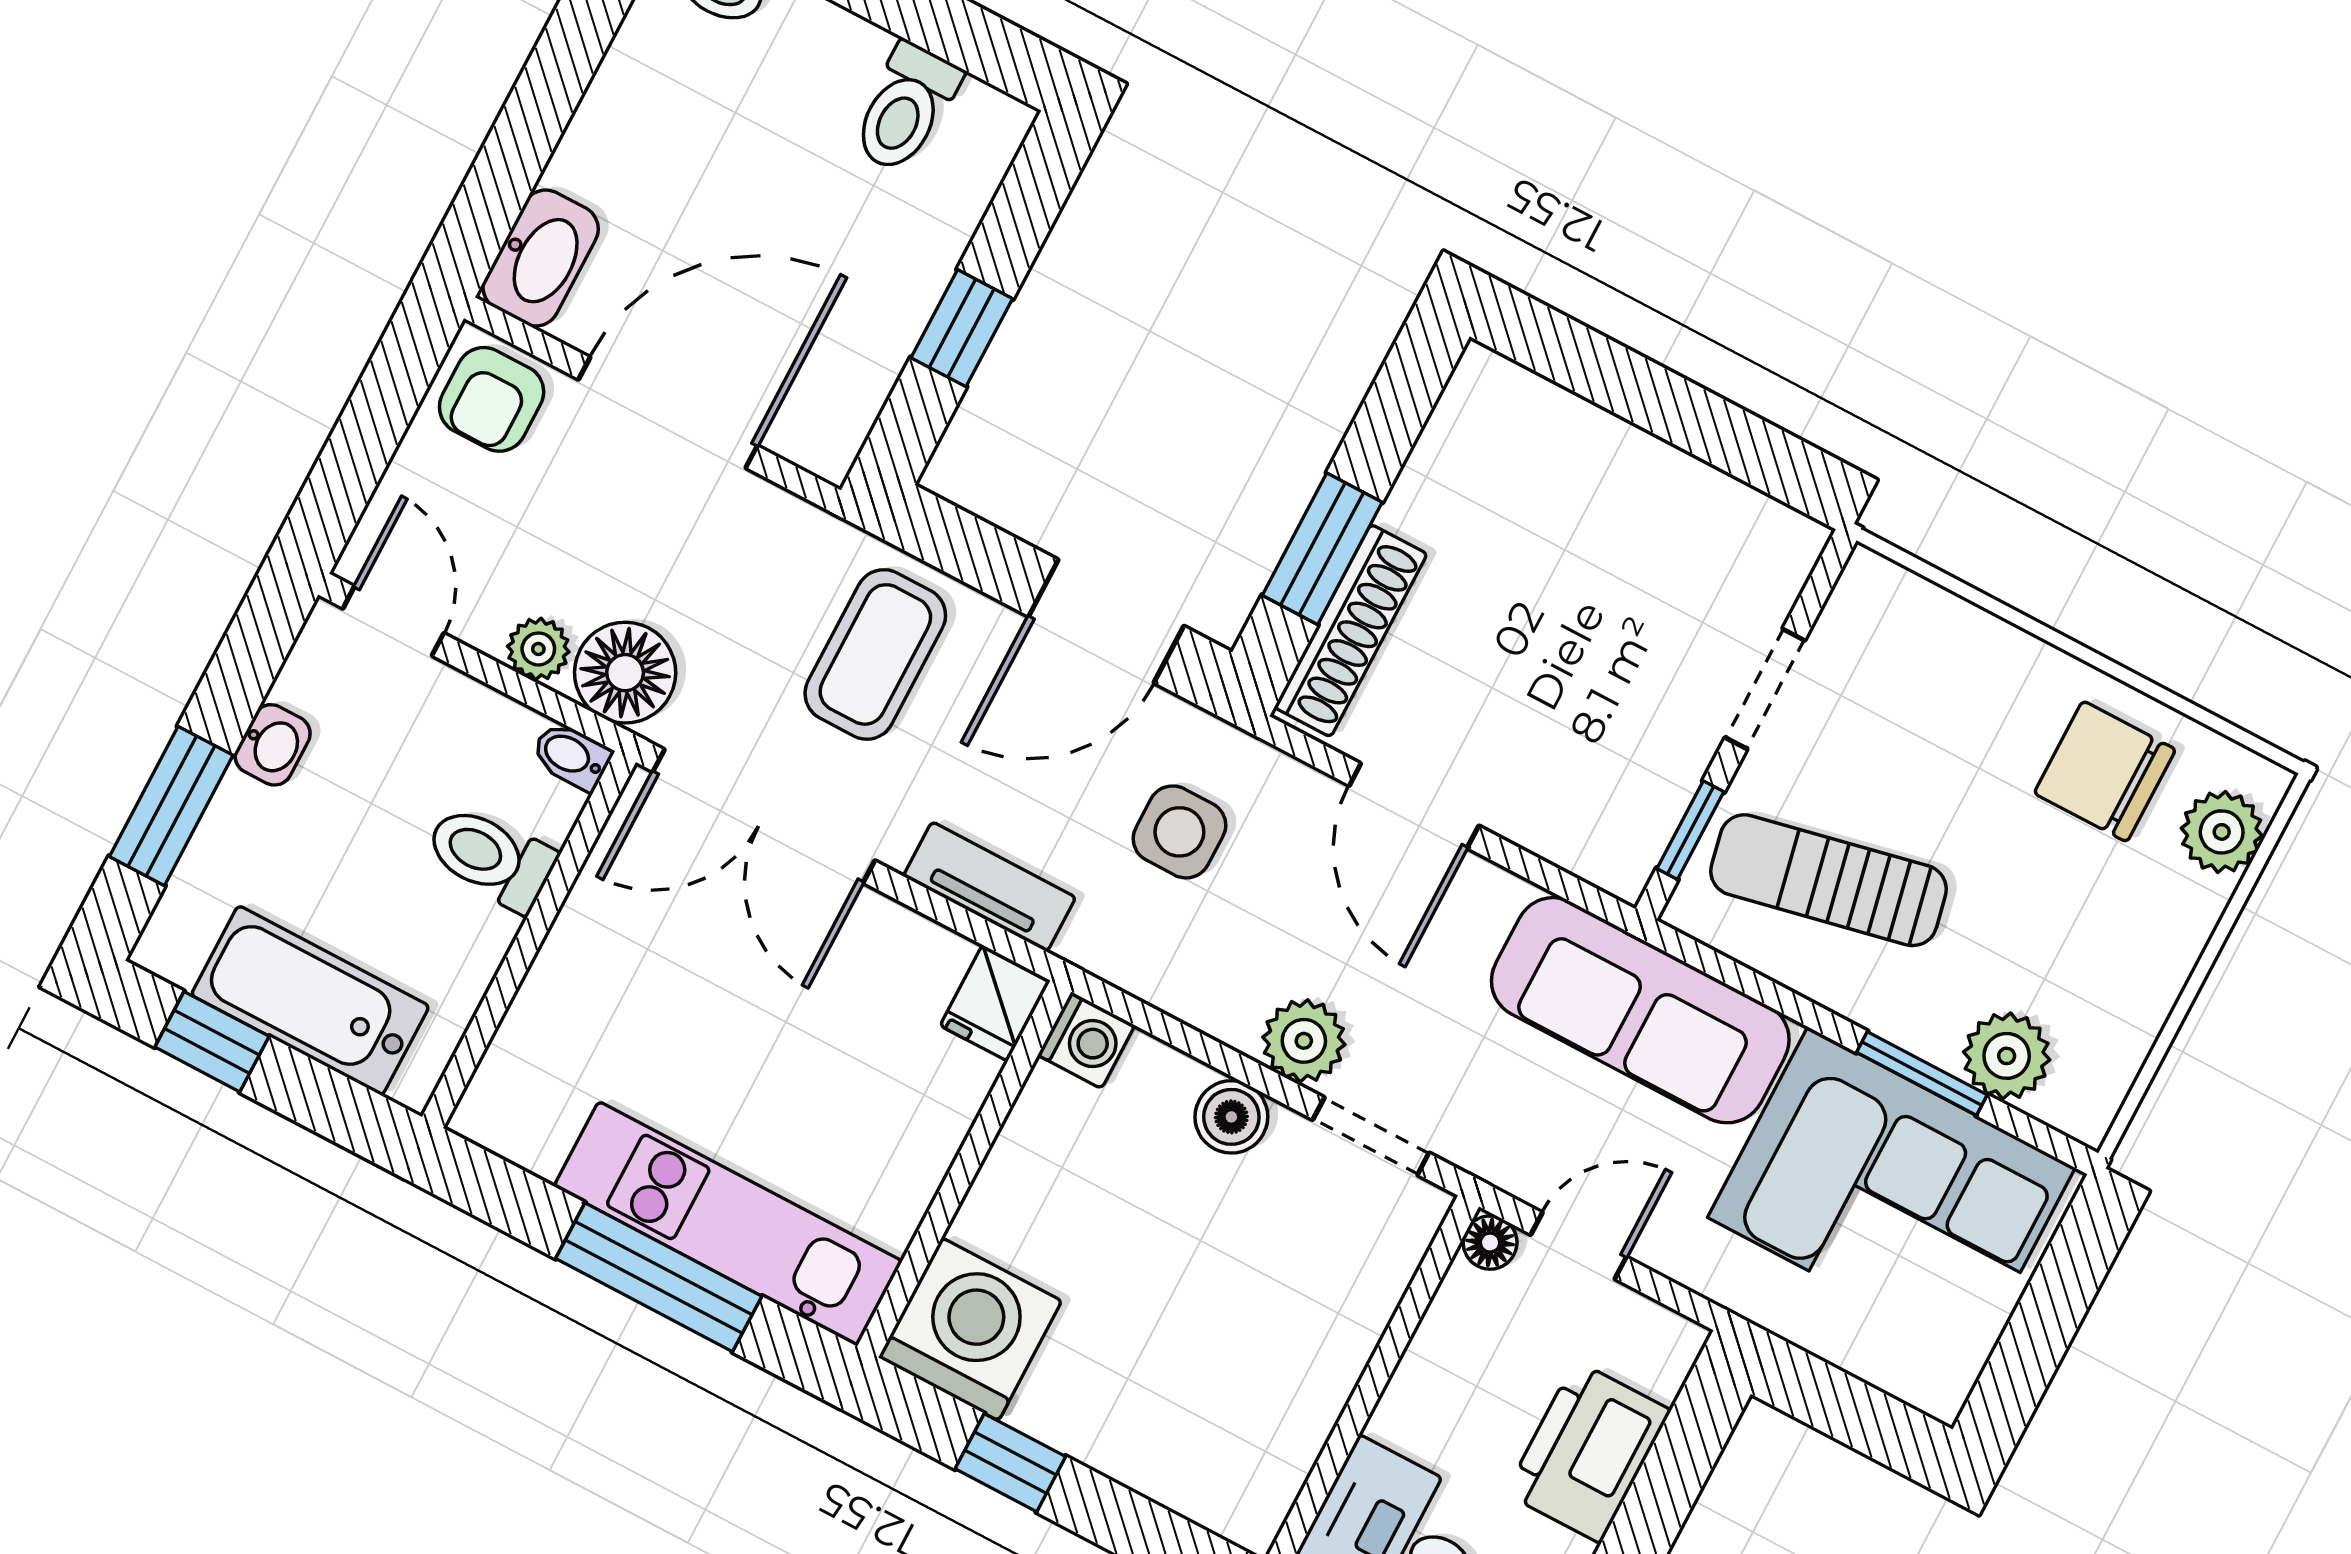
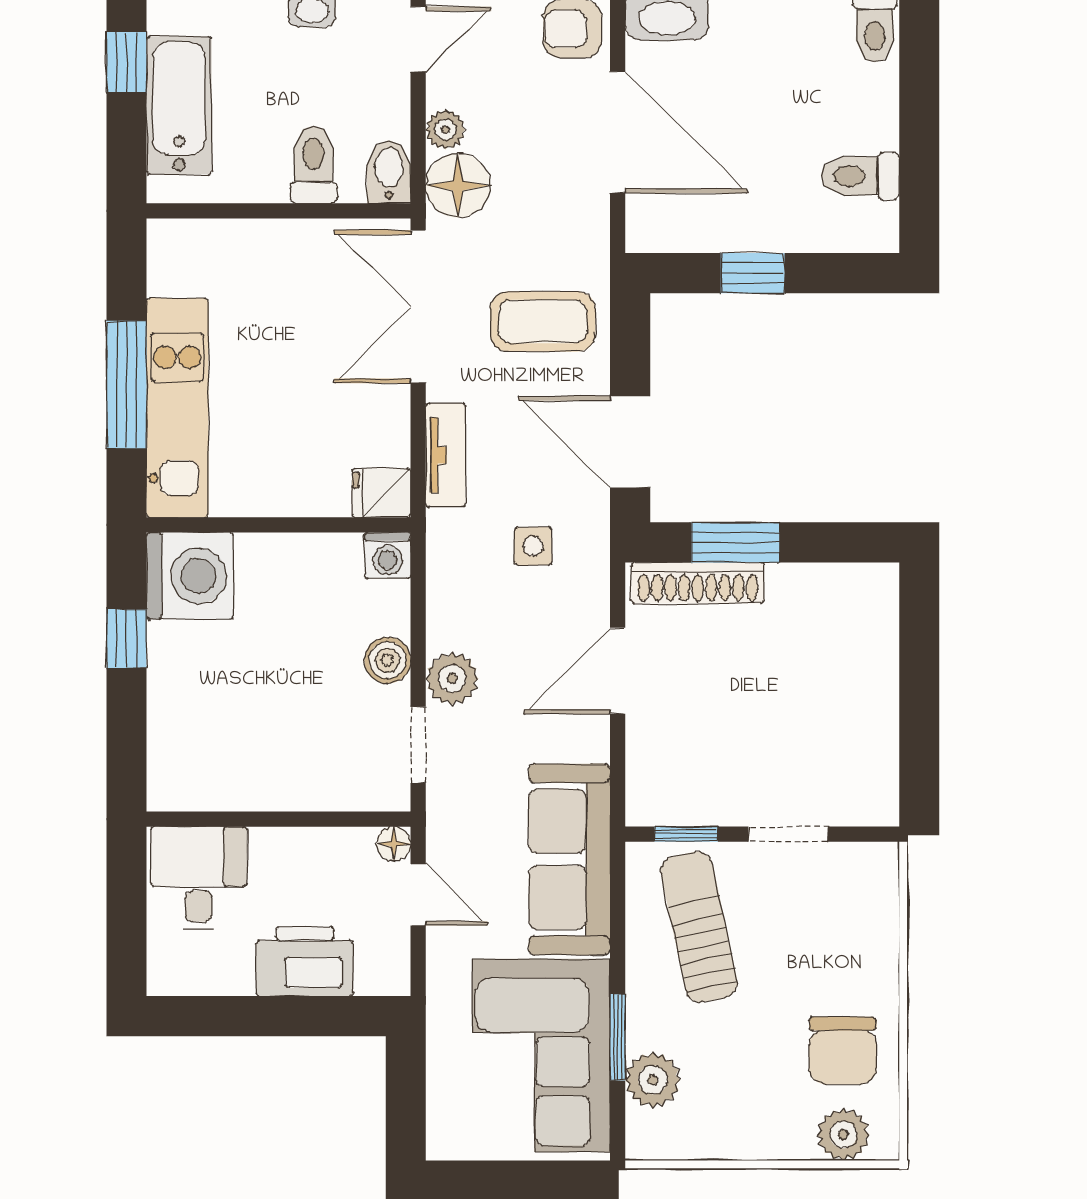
bidet: (572, 756) -> (389, 172), width x1.38, depth x1.36
chair: (2105, 771) -> (843, 1051), turned 180
side table: (1179, 832) -> (533, 546), width x0.73, depth x0.73

